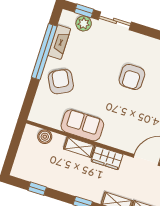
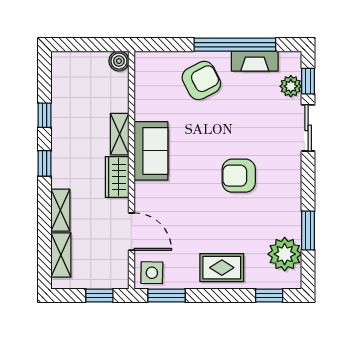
sofa: (82, 125) -> (151, 151), moved
boiler: (45, 137) -> (119, 61), moved
window: (37, 189) -> (44, 115), moved

